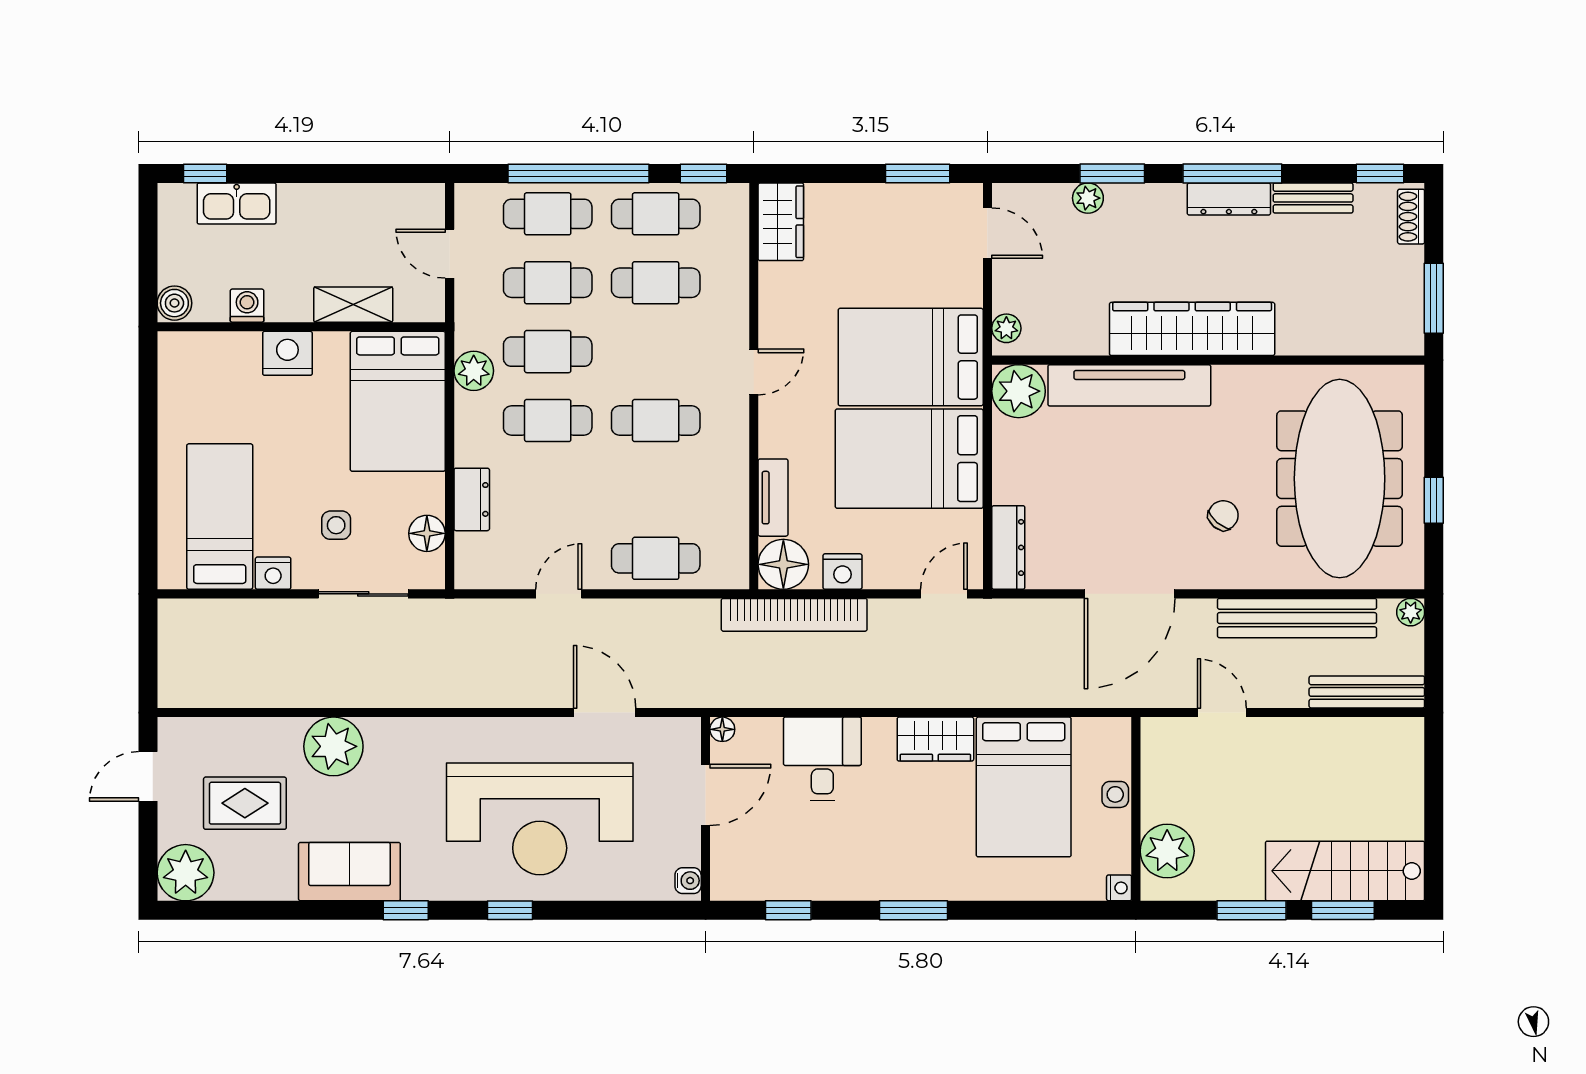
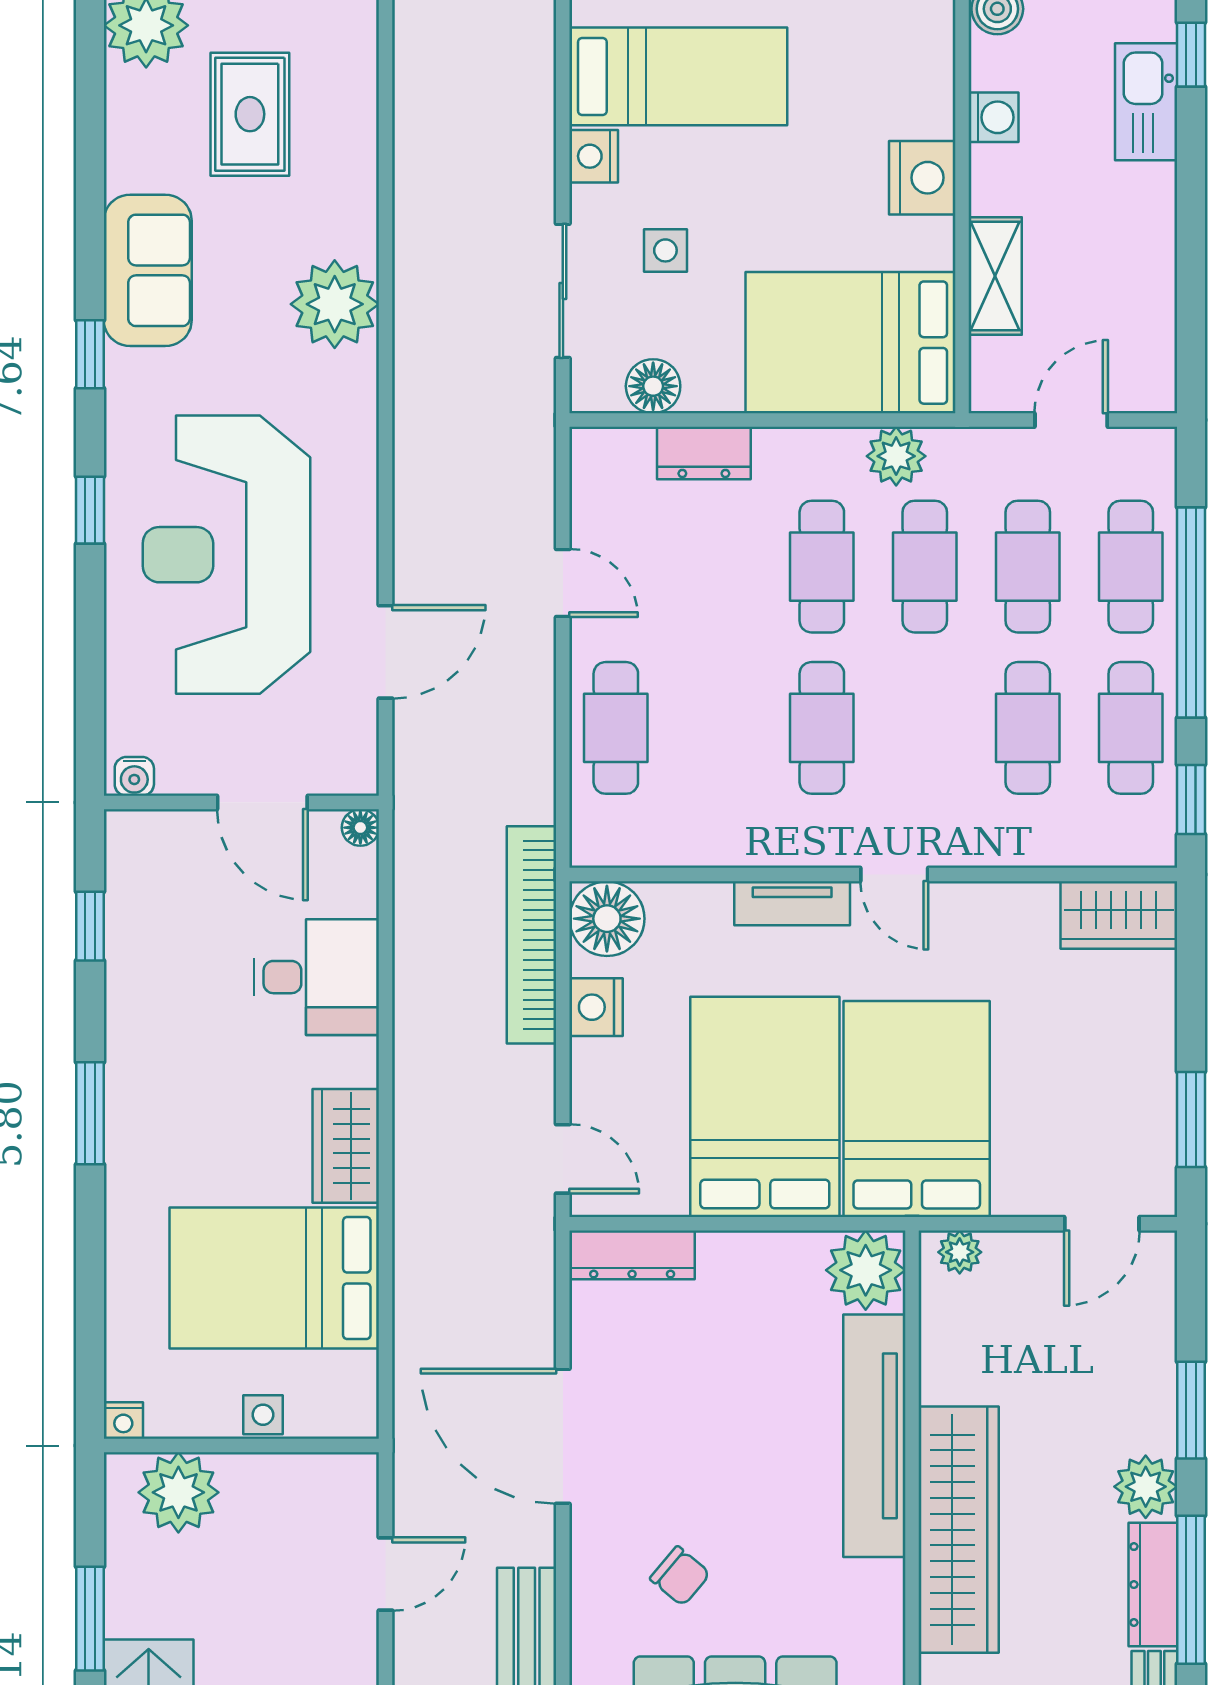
plant: (1088, 198) -> (1146, 1487), moved, width x1.38, depth x1.38
tv unit: (773, 498) -> (792, 903), moved
plant: (333, 746) -> (335, 304), moved

